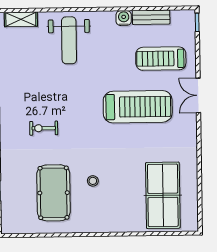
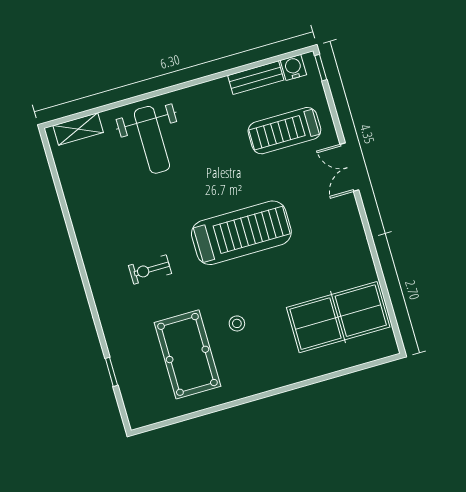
water cooler: (124, 18) -> (293, 67), moved
treadmill: (138, 107) -> (241, 233), moved
table tennis table: (163, 195) -> (338, 317), turned 90

